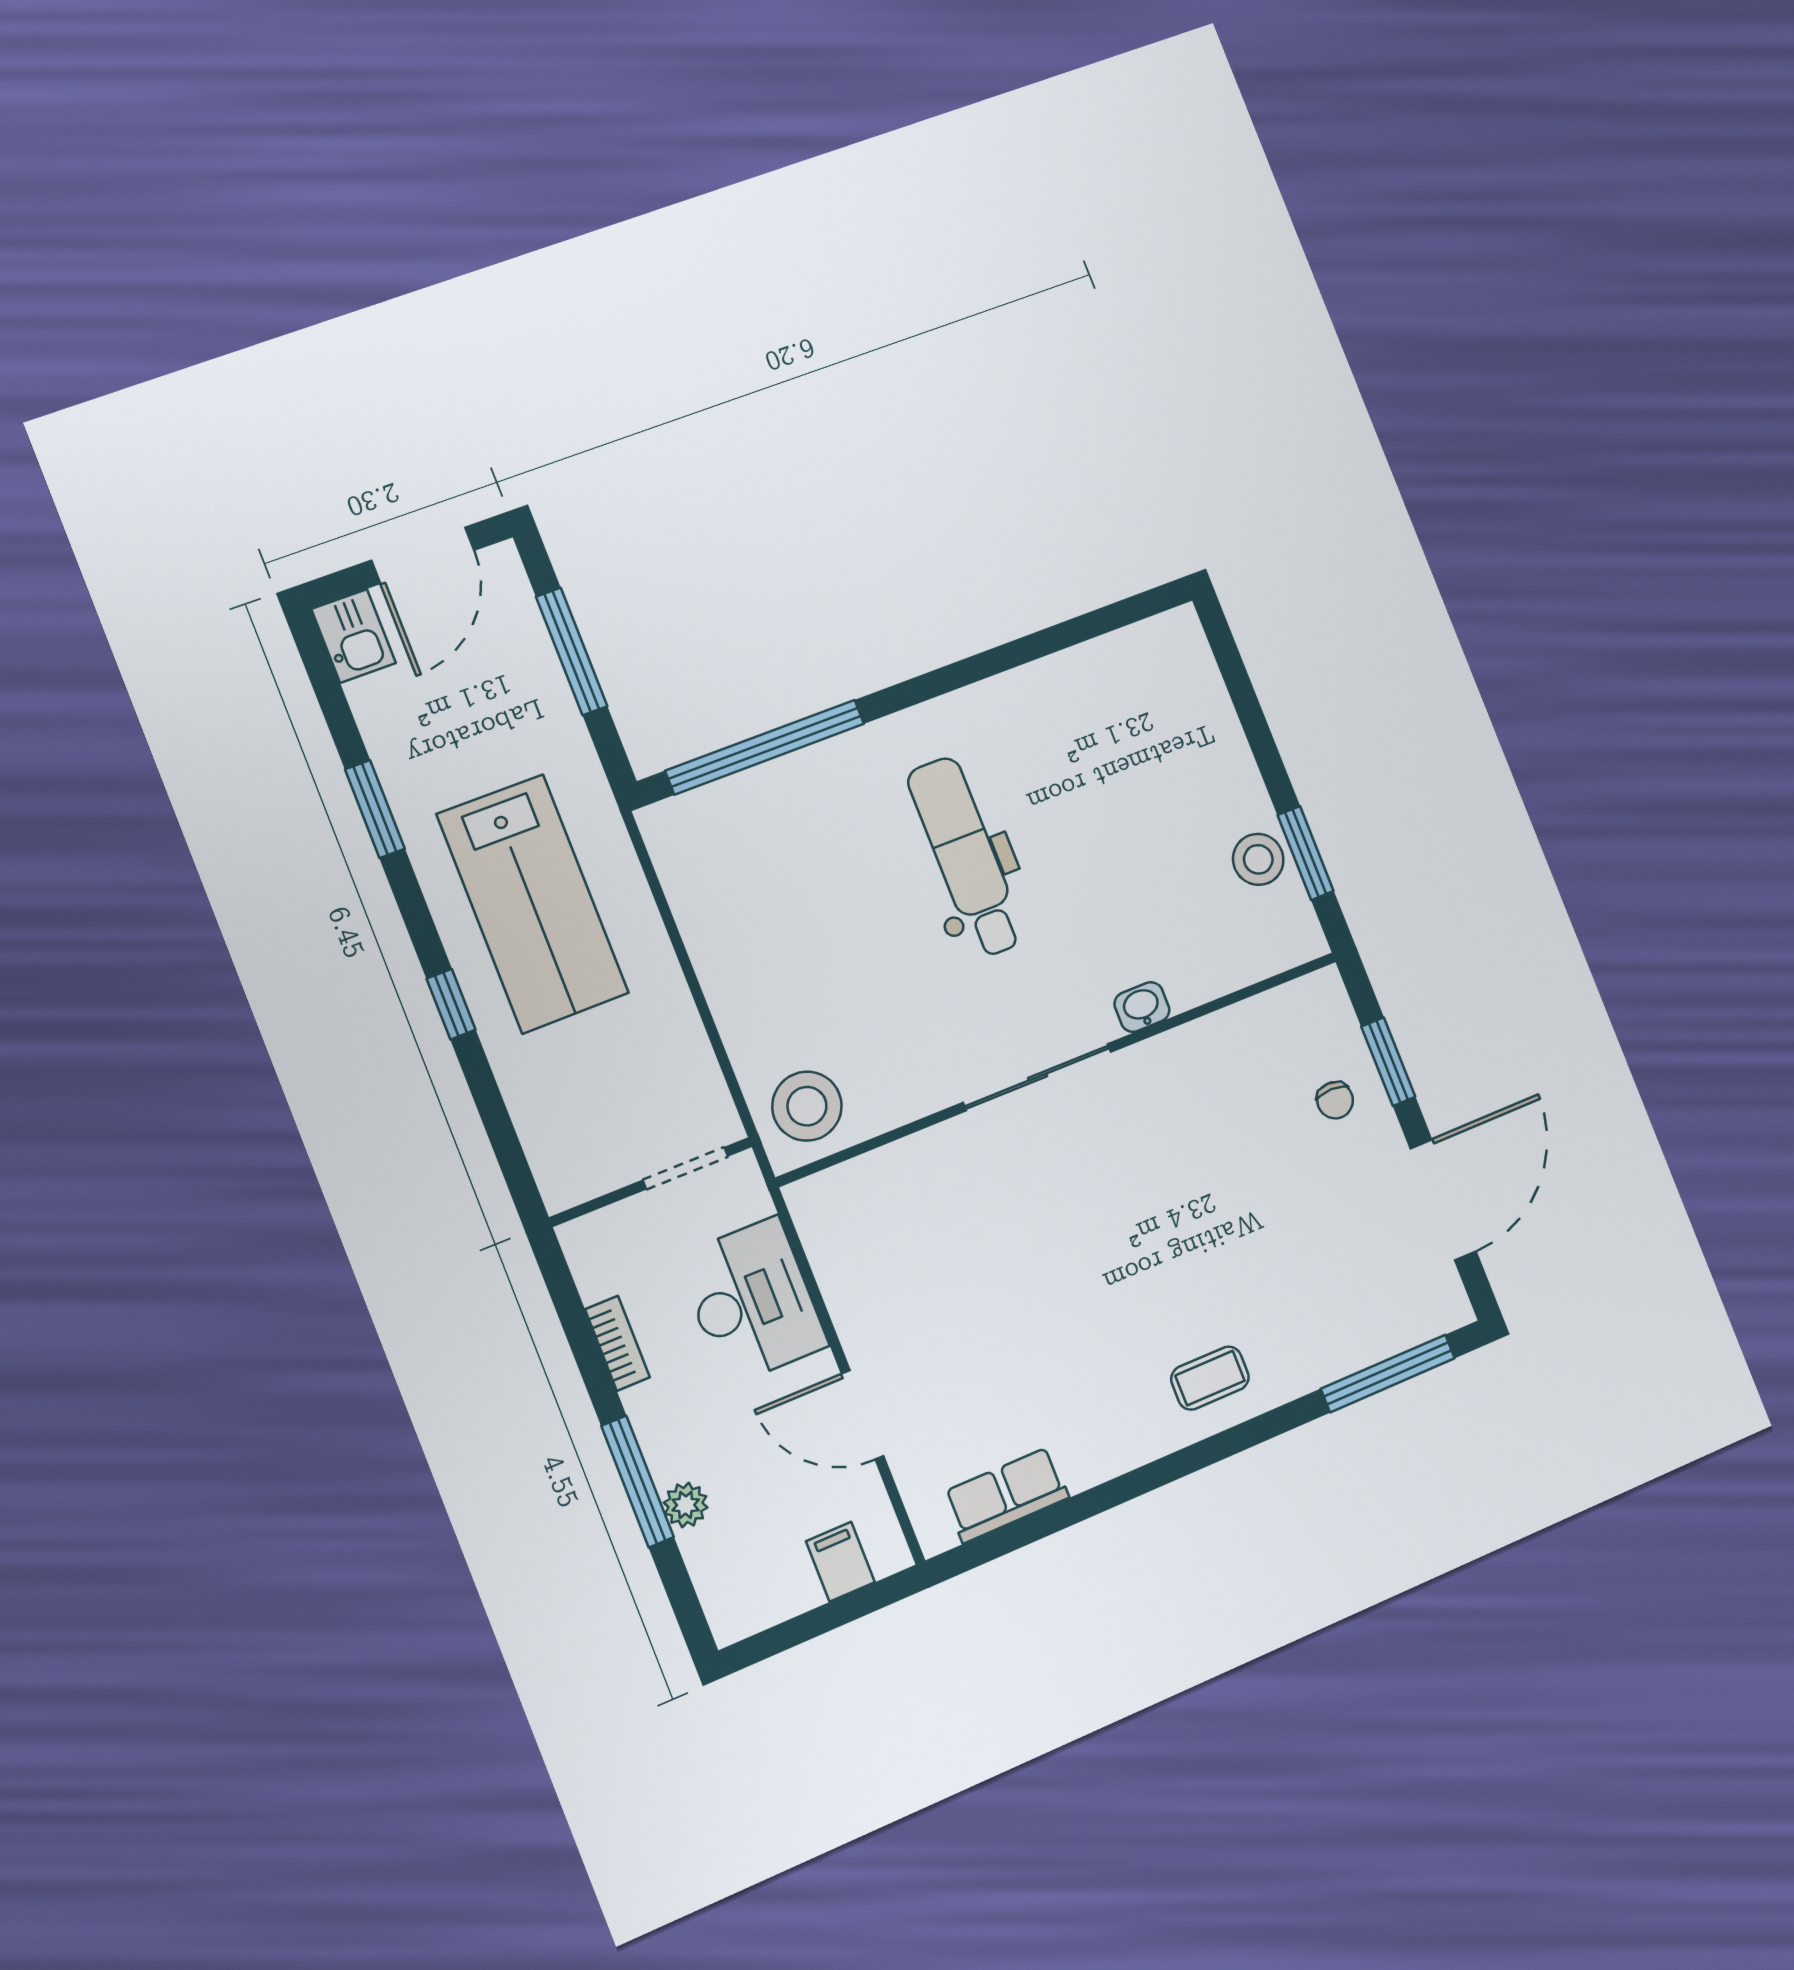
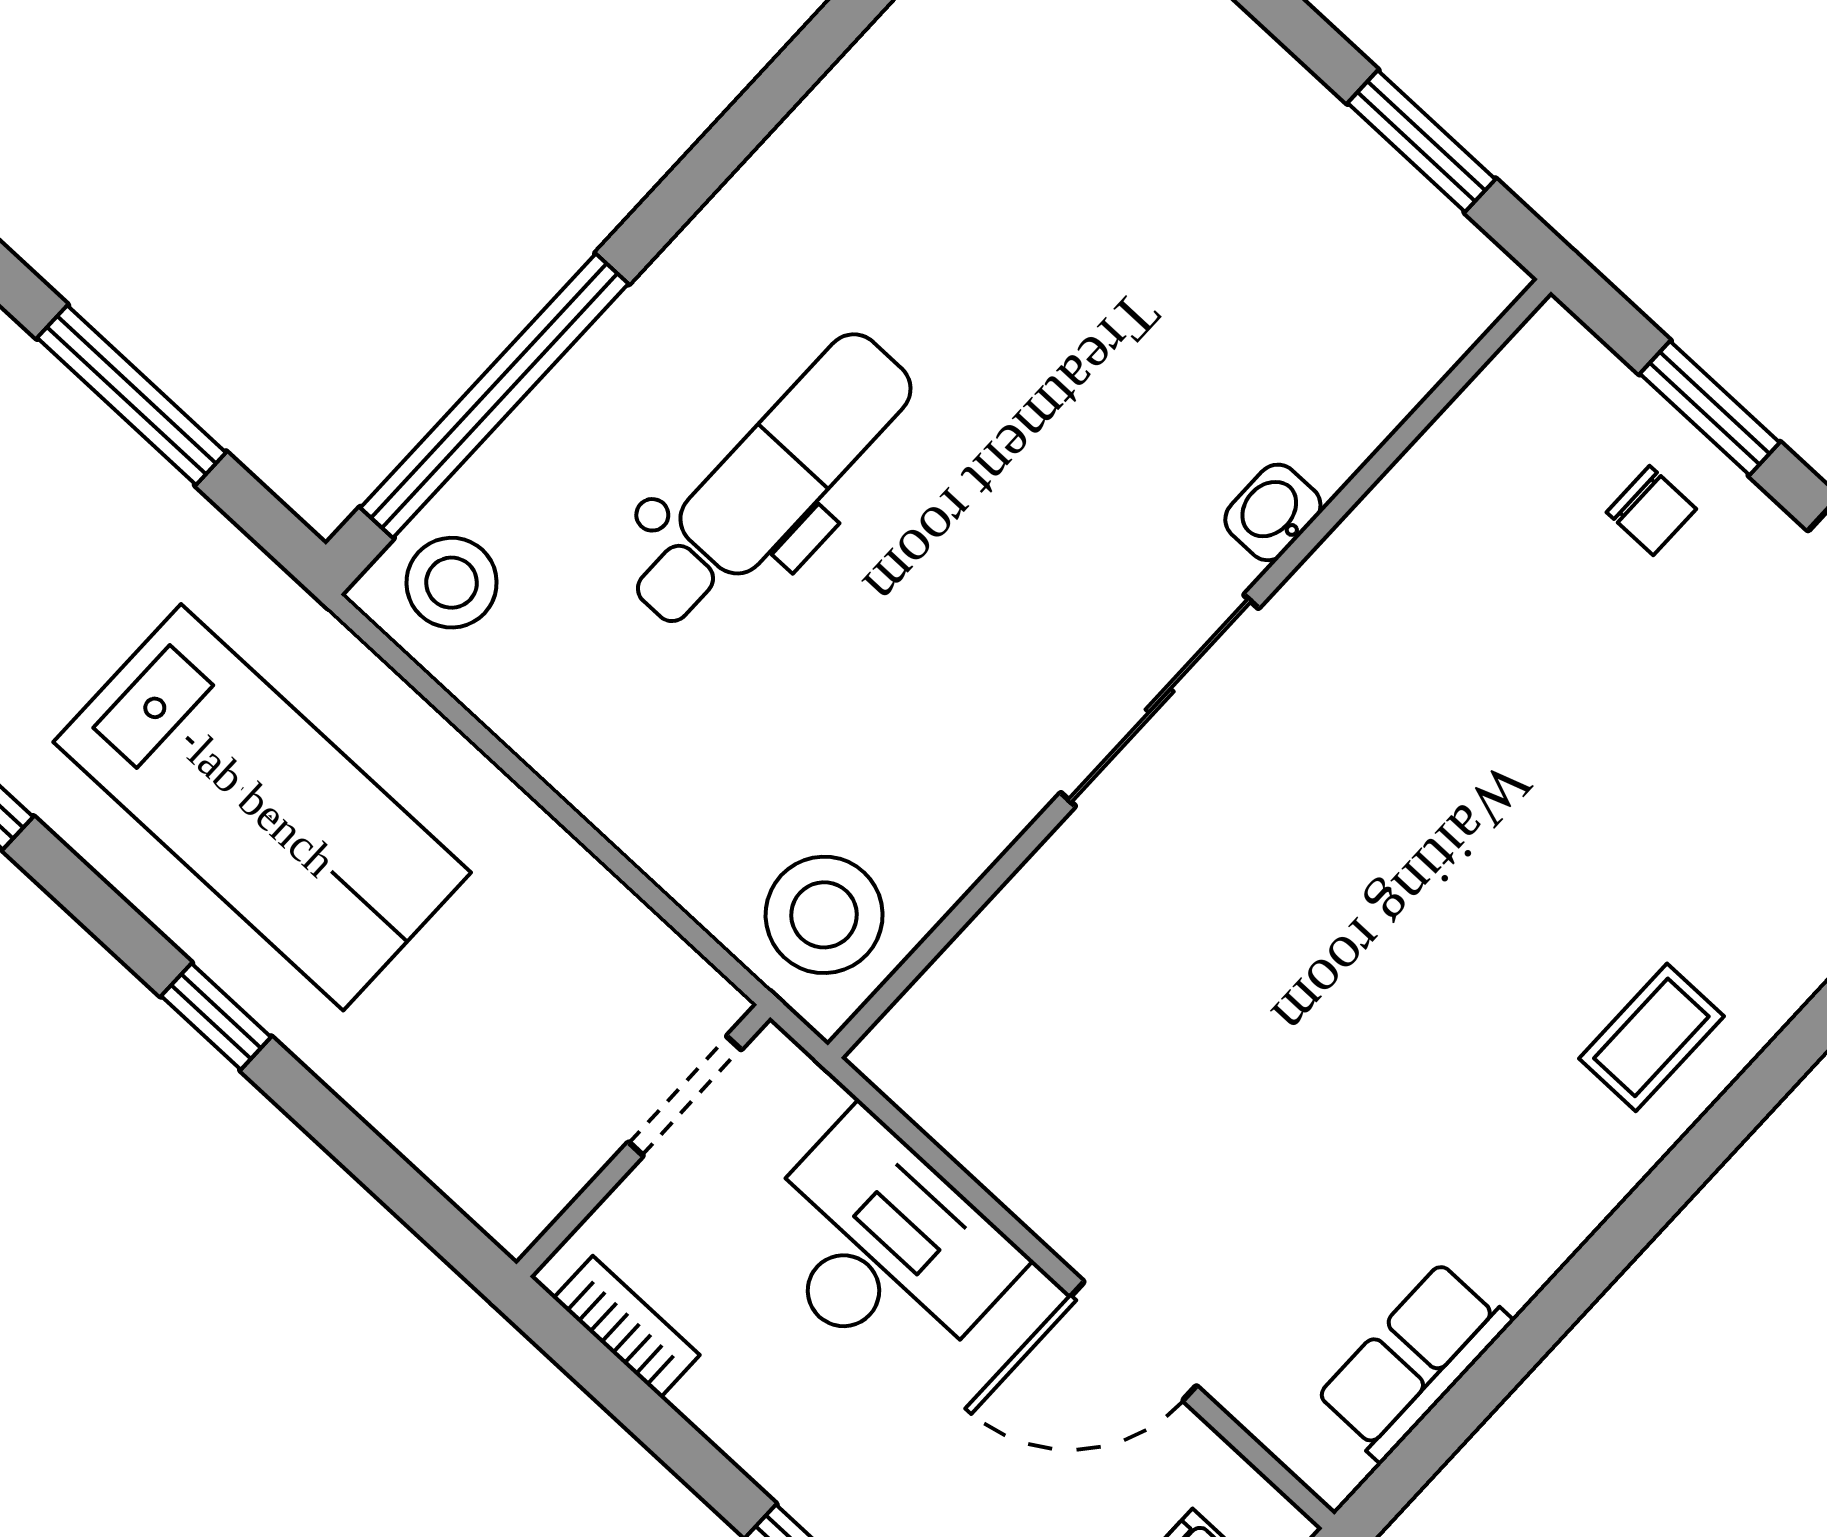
dental chair: (966, 857) -> (770, 482), moved, turned 90
stool: (1258, 859) -> (452, 583), moved
bookcase: (617, 1343) -> (627, 1327), moved

